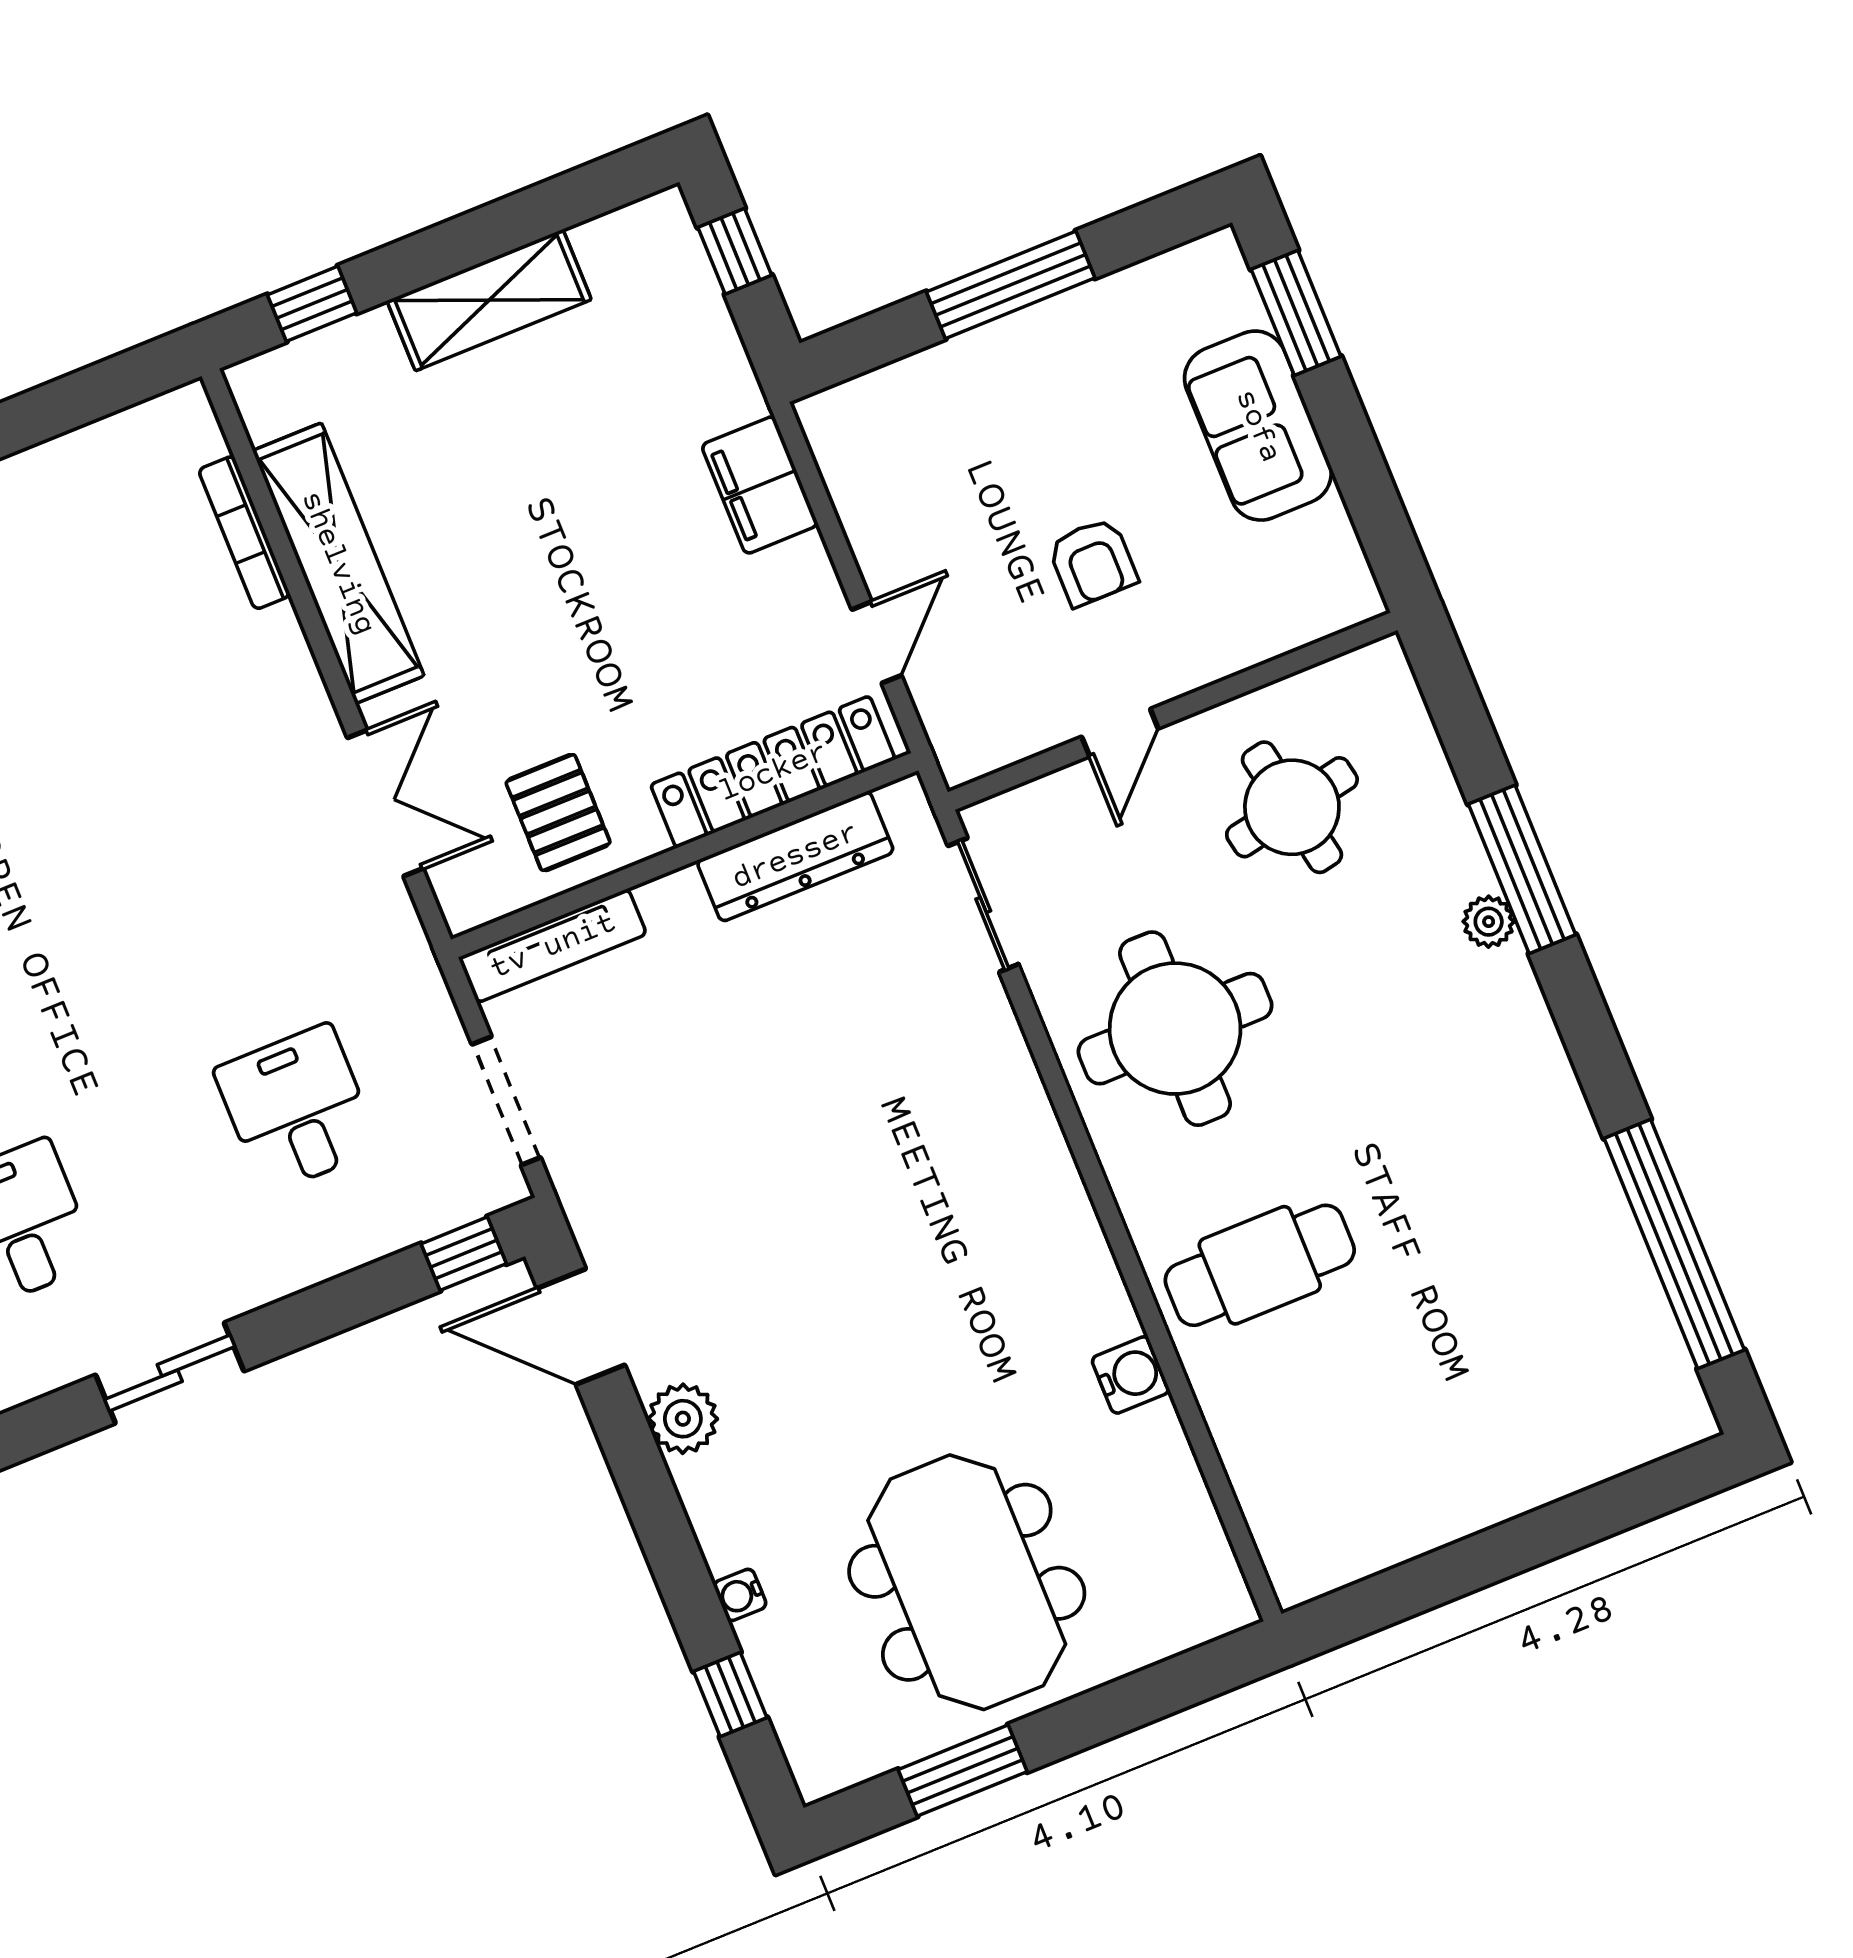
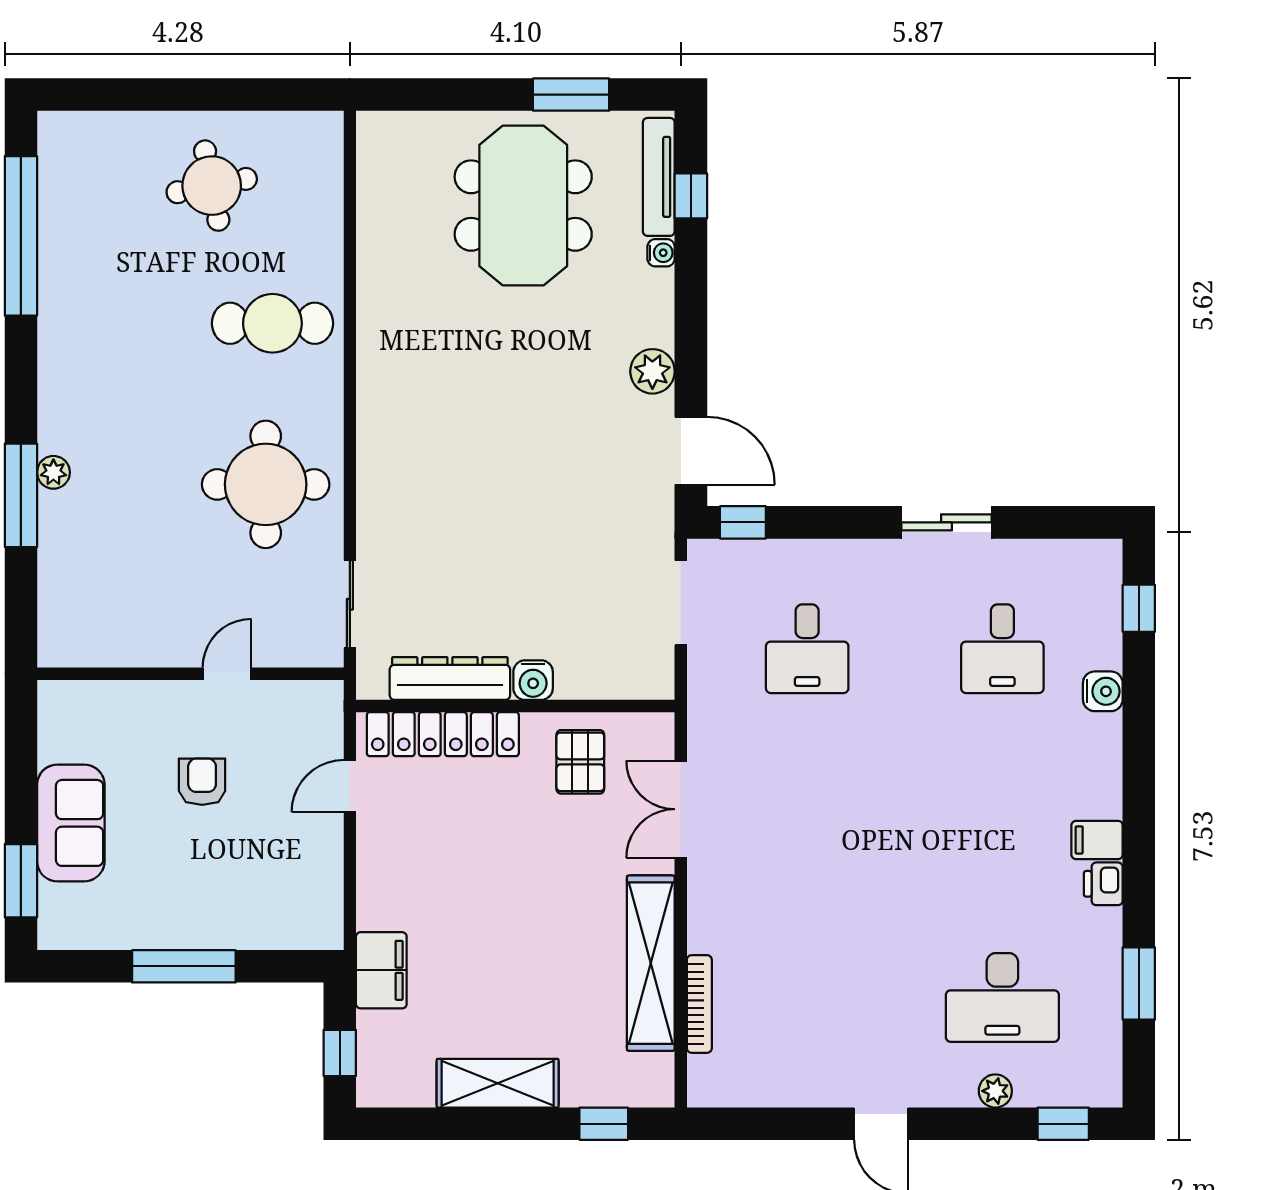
filing cabinet: (760, 485) -> (381, 970), moved
round table: (1292, 807) -> (212, 186), moved
tv unit: (553, 946) -> (659, 177), moved, turned -90
water cooler: (1131, 1375) -> (533, 680), moved, turned -90

